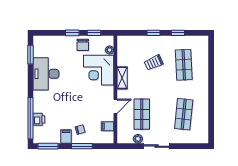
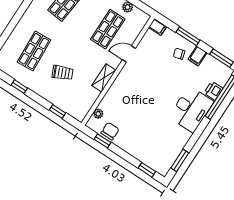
window: (72, 33) -> (147, 170), moved
window: (154, 33) -> (57, 112), moved
chair: (83, 45) -> (110, 131), moved
corner desk: (99, 70) -> (122, 101), removed
desk: (46, 74) -> (191, 109), moved
filing cabinet: (108, 126) -> (158, 27), moved

